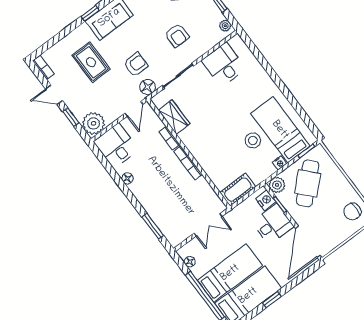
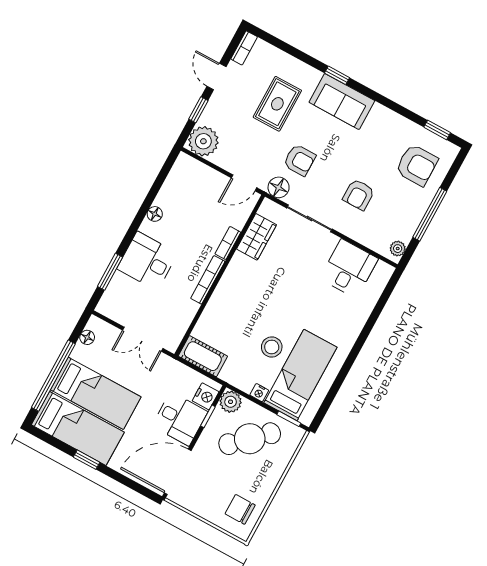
desk: (116, 146) -> (147, 261), moved, turned -90

